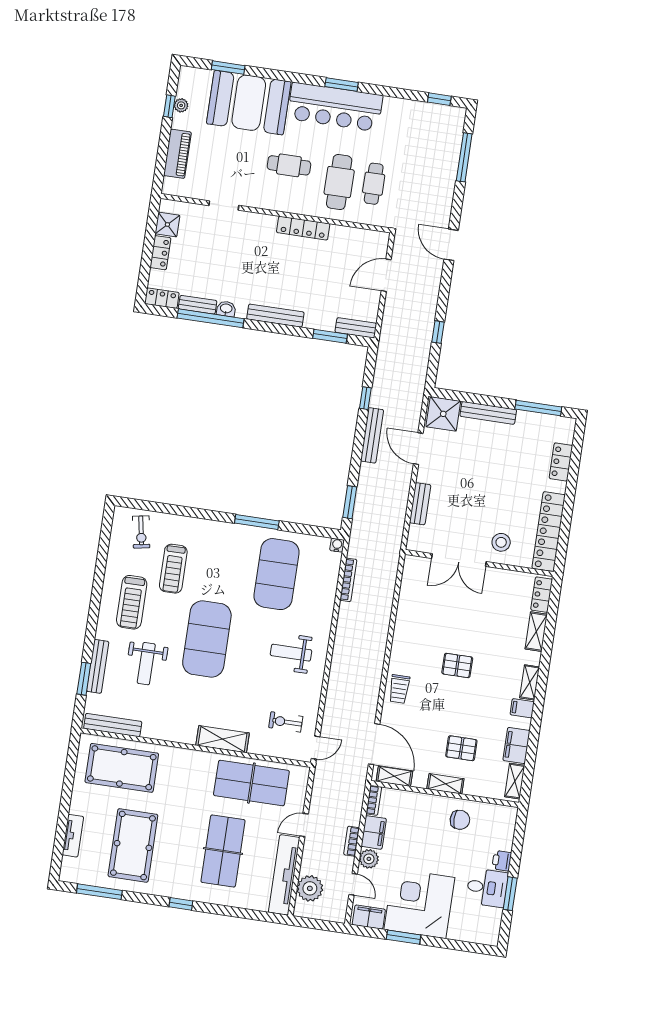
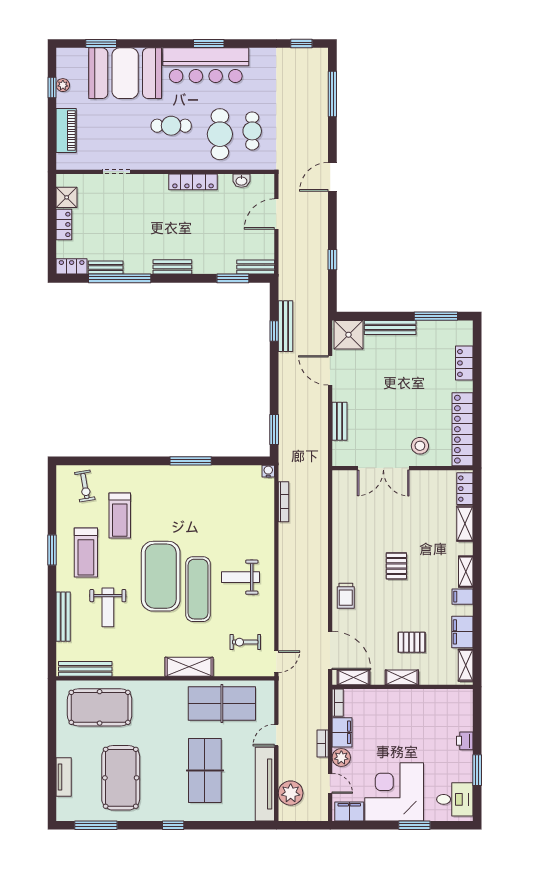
door: (451, 245) -> (332, 177), hinge flipped
washbasin: (226, 309) -> (241, 181), moved, turned 180
bench: (275, 316) -> (172, 267), width x0.73
bench: (372, 435) -> (286, 326), moved
exercise mat: (276, 574) -> (198, 589), moved, width x0.68
pallet: (457, 665) -> (396, 566), turned 90
window: (84, 679) -> (52, 550), moved
chair: (460, 820) -> (420, 709), removed
desk: (487, 888) -> (455, 799), moved
window: (404, 937) -> (414, 825), moved

